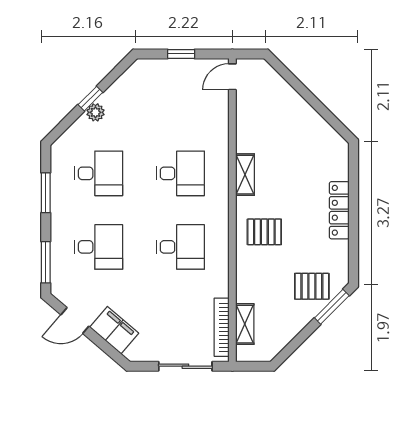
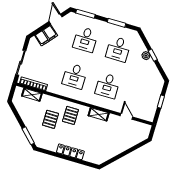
door: (232, 77) -> (126, 116), moved
pallet: (312, 286) -> (51, 119), moved

